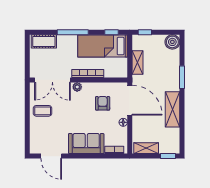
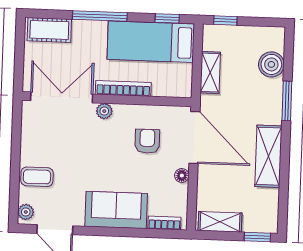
boiler: (172, 42) -> (271, 64), moved
double door: (52, 80) -> (62, 97), swing flipped
coffee table: (43, 111) -> (37, 177), moved
plant: (34, 147) -> (26, 212), added

